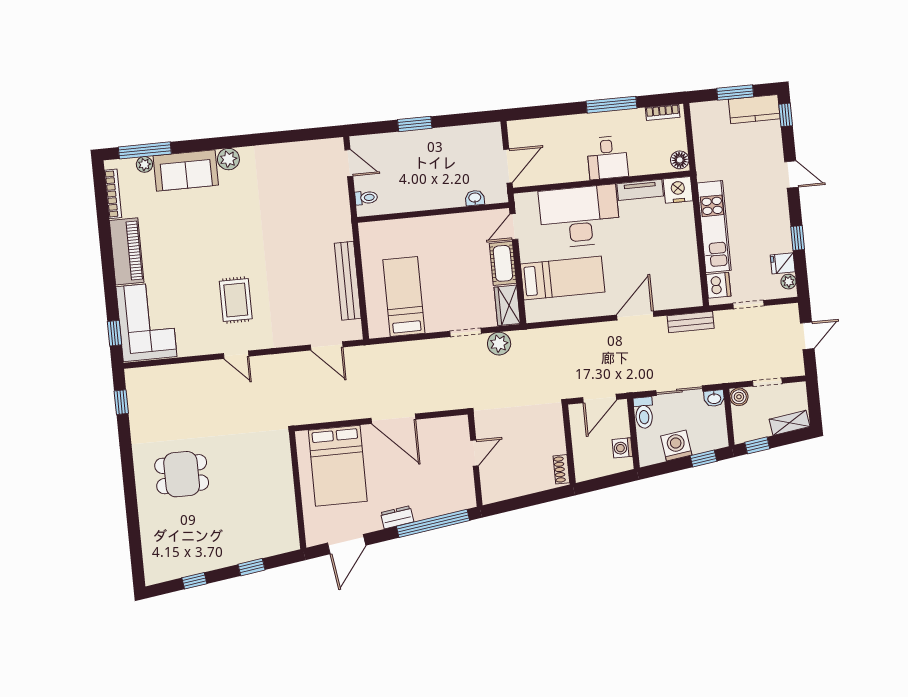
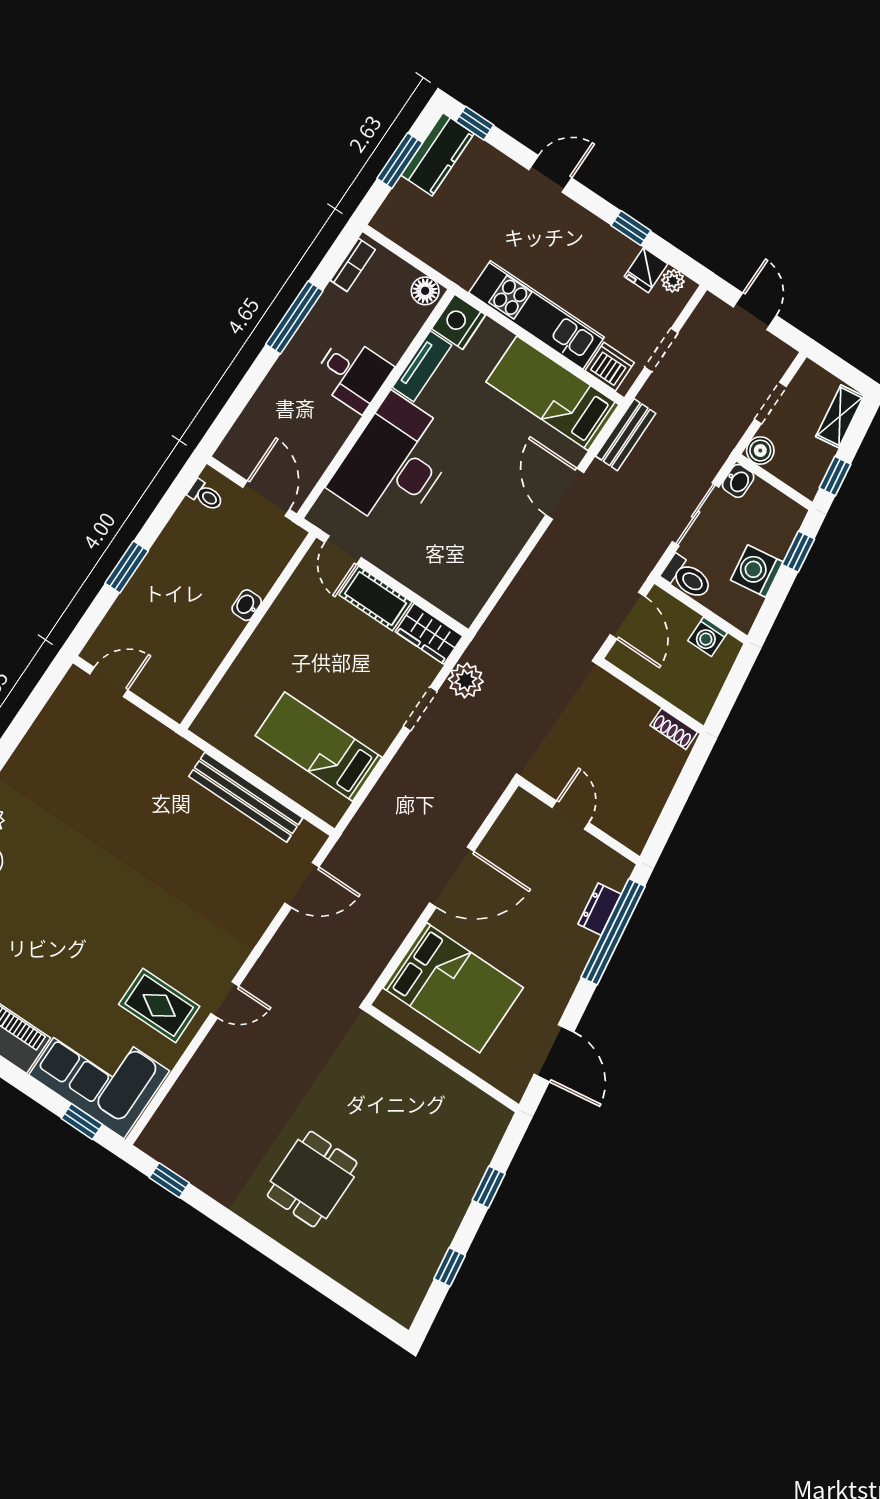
toilet: (366, 198) -> (206, 495), moved, turned 90
washbasin: (475, 198) -> (247, 605), moved
bed: (563, 278) -> (553, 393), moved, turned -90
rug: (236, 300) -> (159, 1005), moved
dresser: (397, 517) -> (600, 909), moved

